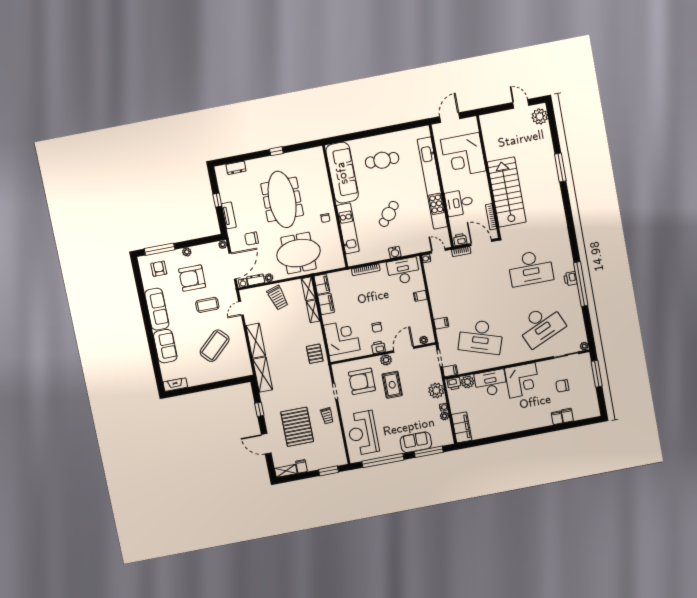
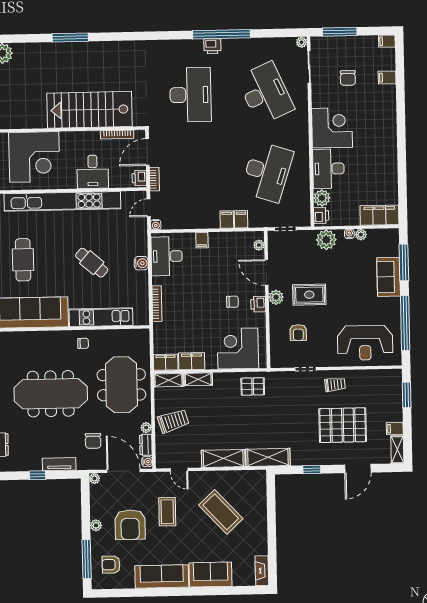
filing cabinet: (450, 371) -> (227, 219), moved
armchair: (362, 381) -> (298, 333), width x0.53, depth x0.53
filing cabinet: (557, 418) -> (387, 41), moved

